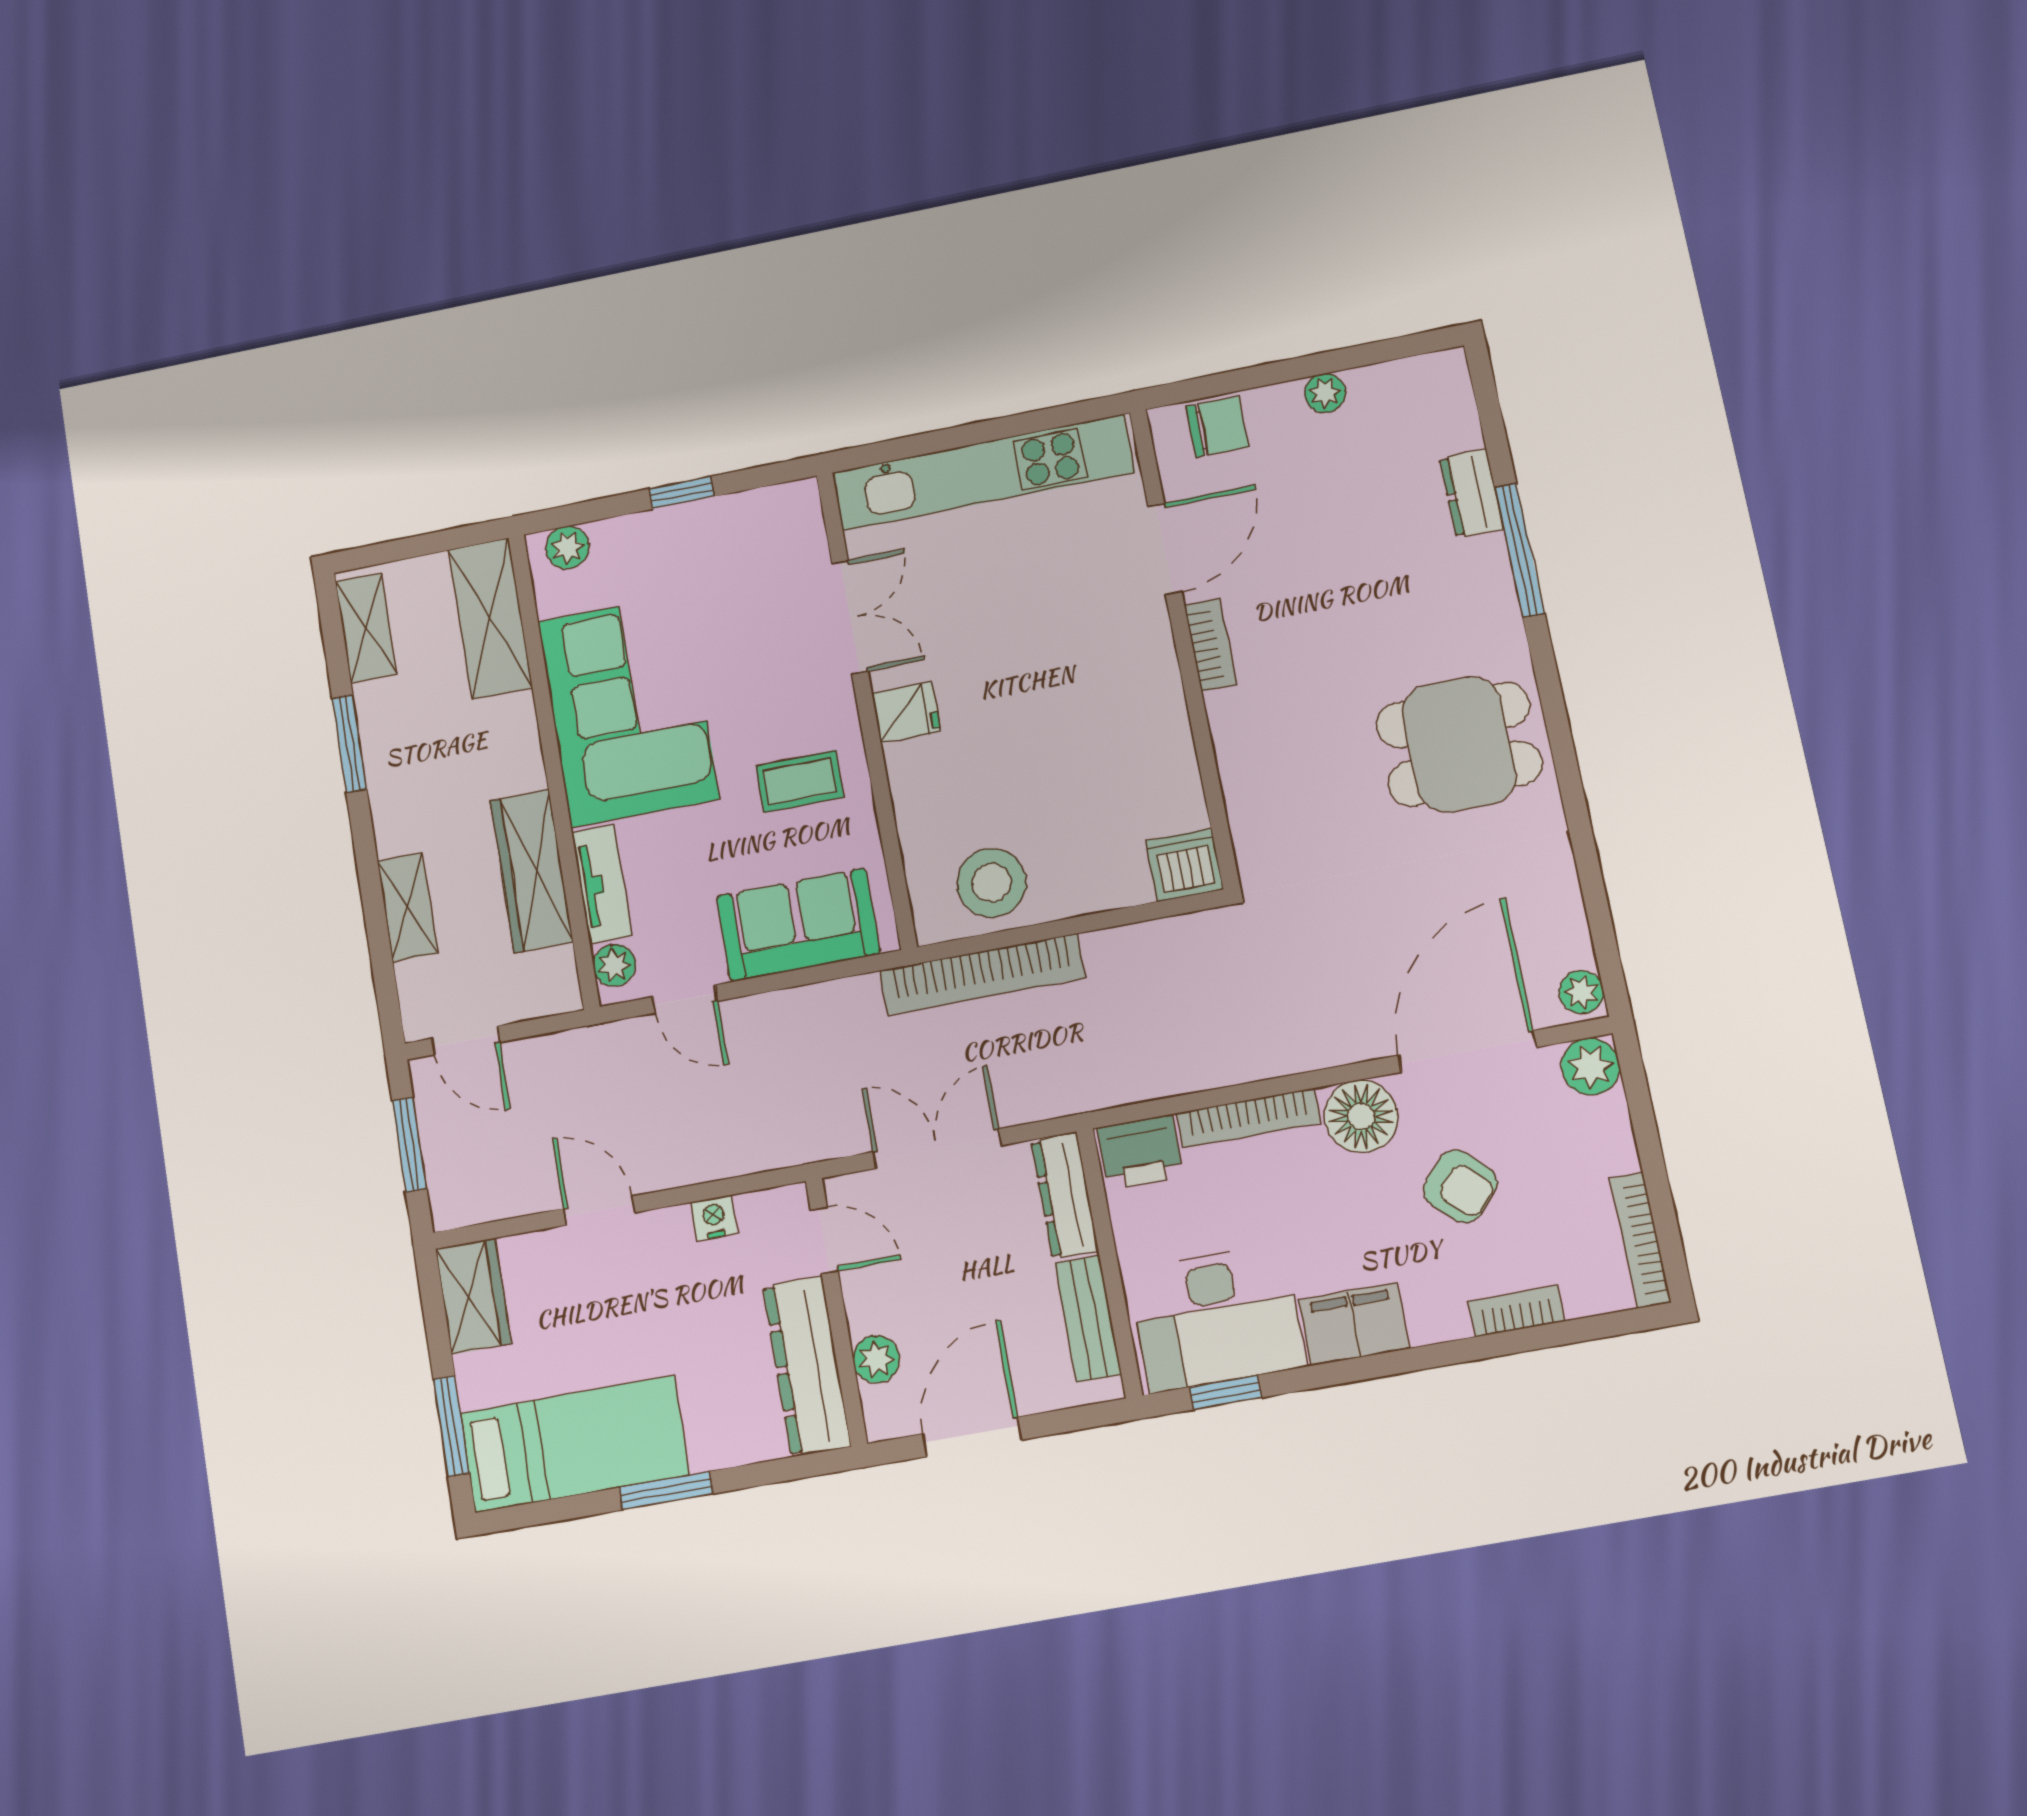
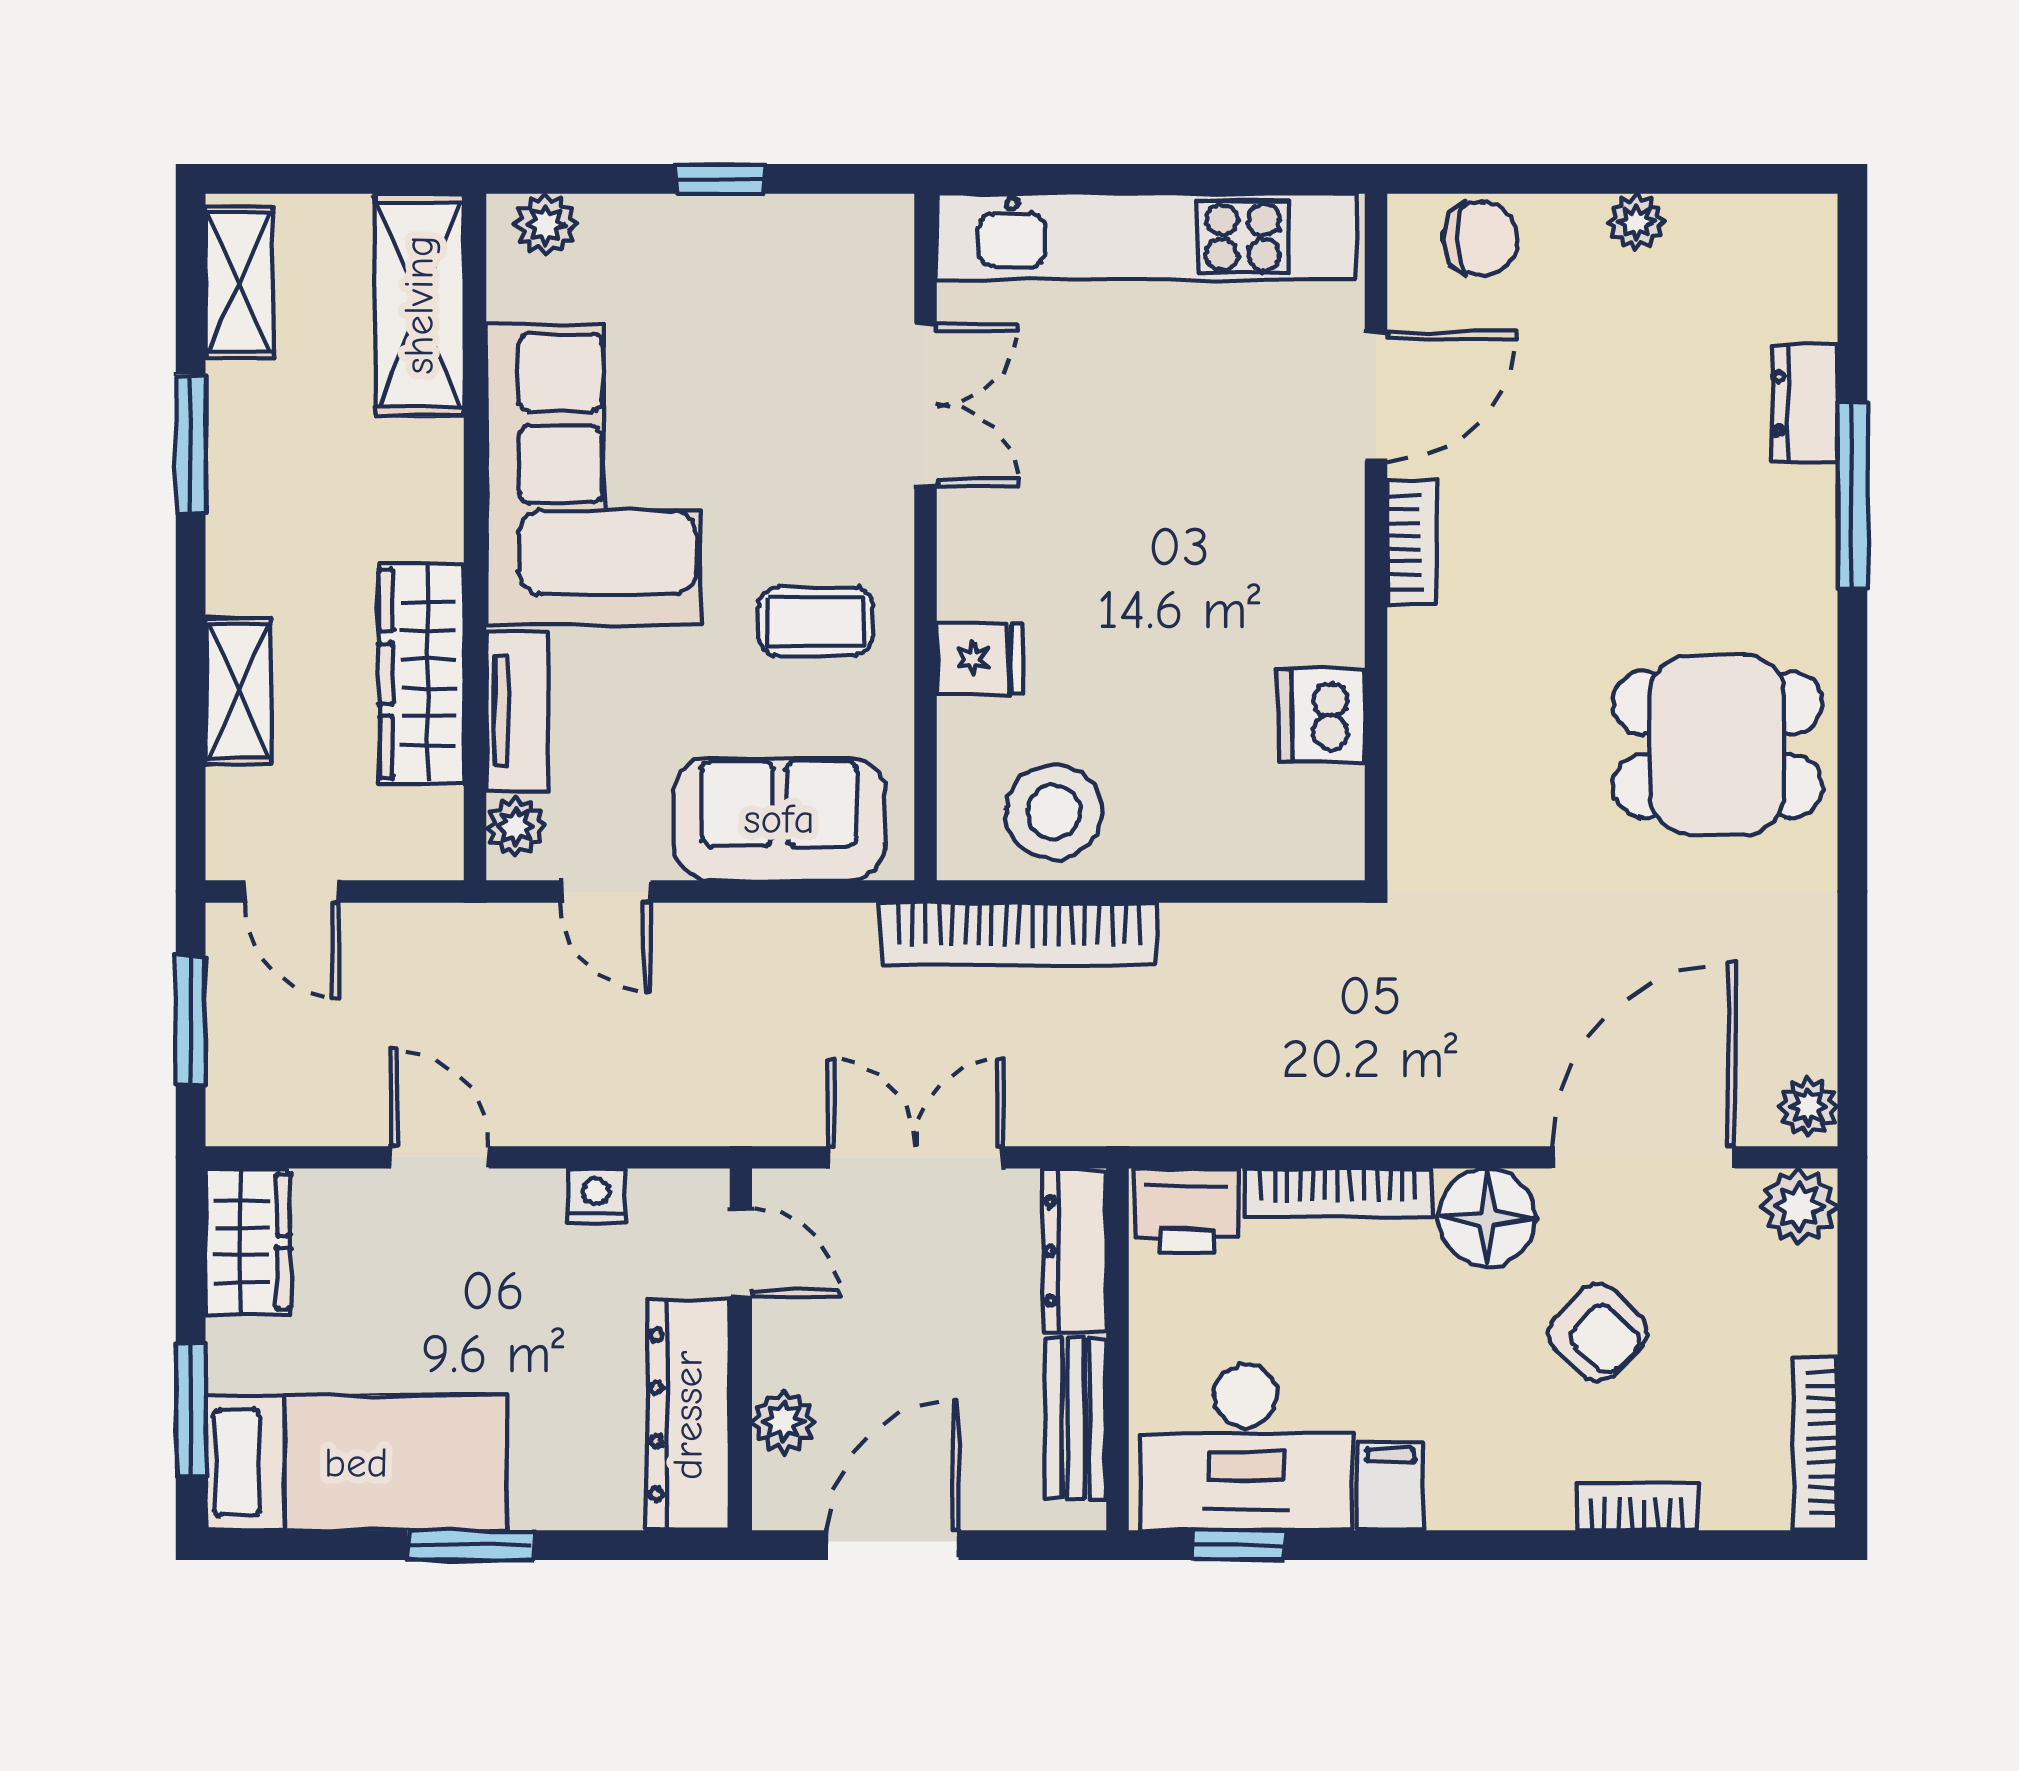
fridge: (906, 712) -> (980, 659), moved
dishwasher: (1184, 865) -> (1322, 715), moved, turned -90
filing cabinet: (1354, 1324) -> (1390, 1486), width x0.50

